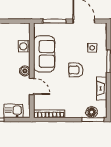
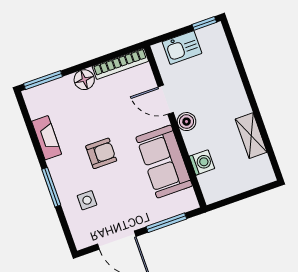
floor lamp: (92, 112) -> (84, 80), moved

